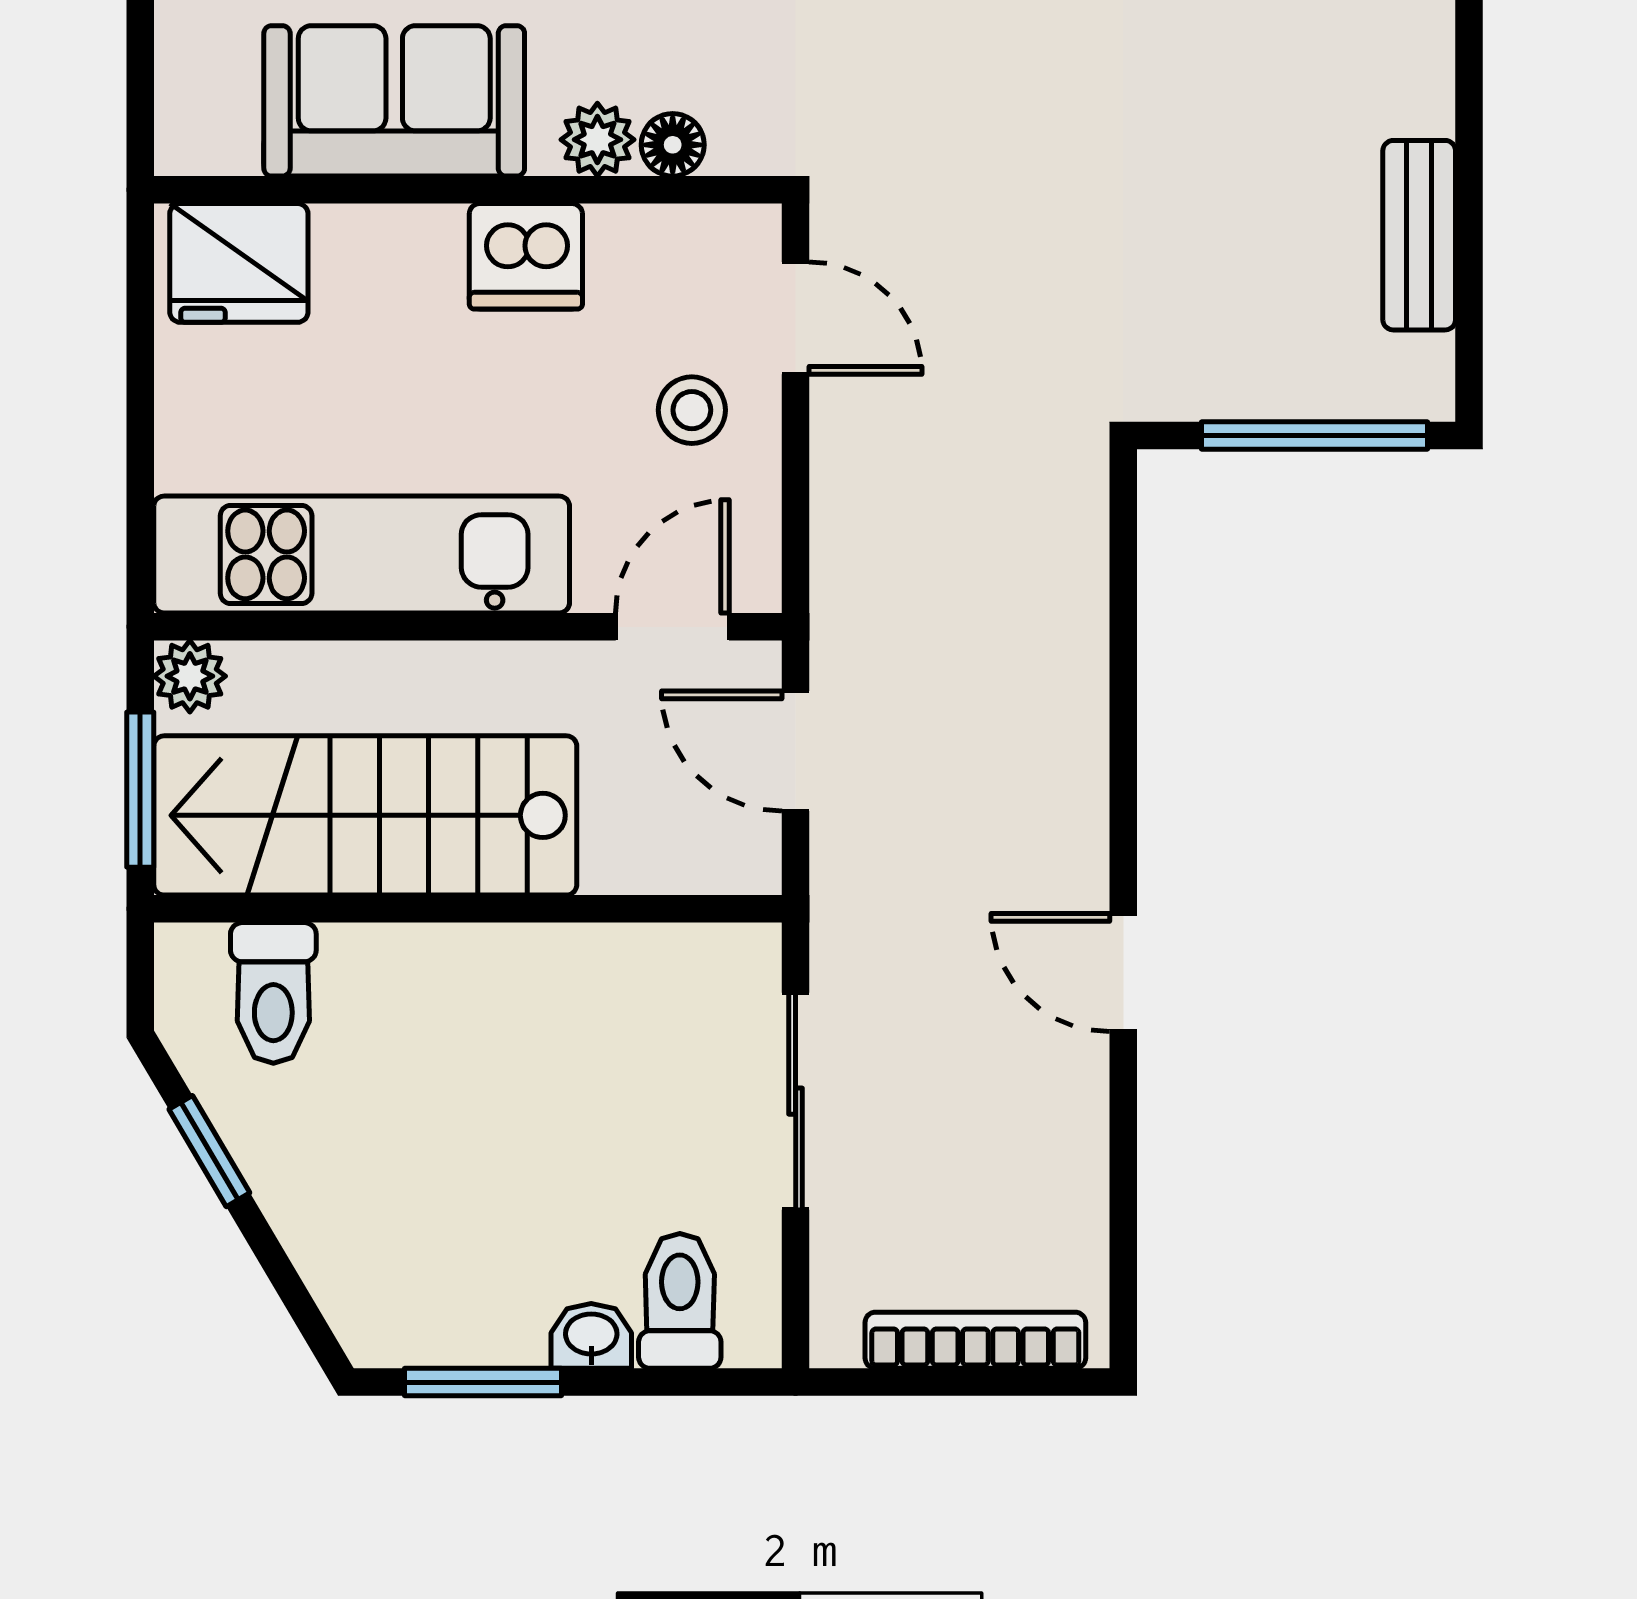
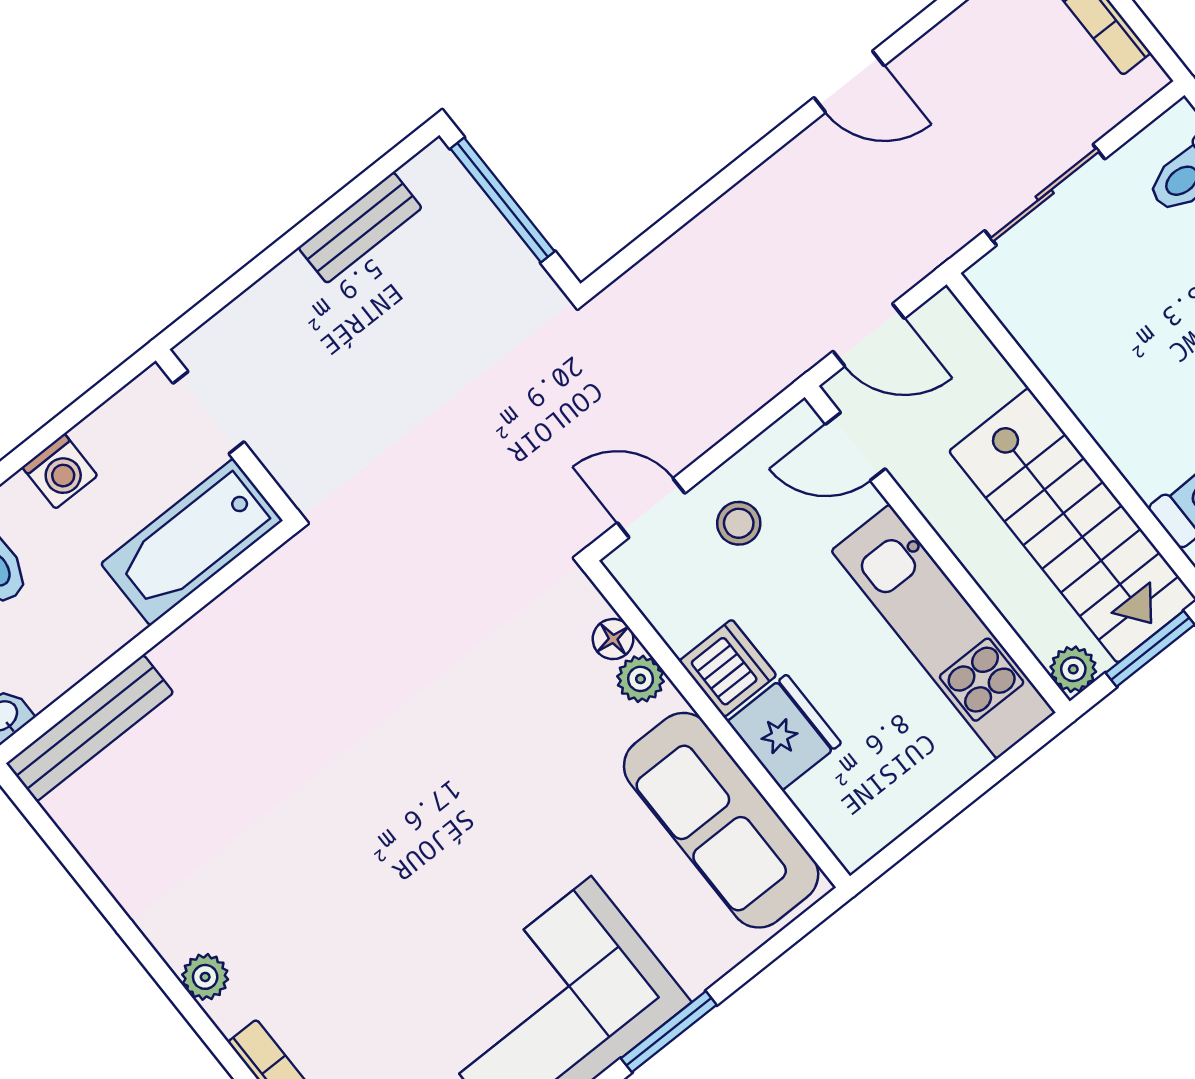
sofa: (394, 101) -> (721, 820), width x1.36
fridge: (239, 263) -> (784, 732), moved
door: (796, 318) -> (651, 508), hinge flipped
door: (796, 751) -> (869, 335), hinge flipped
door: (1123, 972) -> (849, 82), hinge flipped

